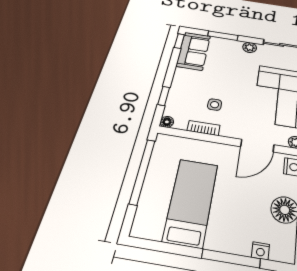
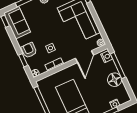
armchair: (182, 89) -> (29, 50), added

